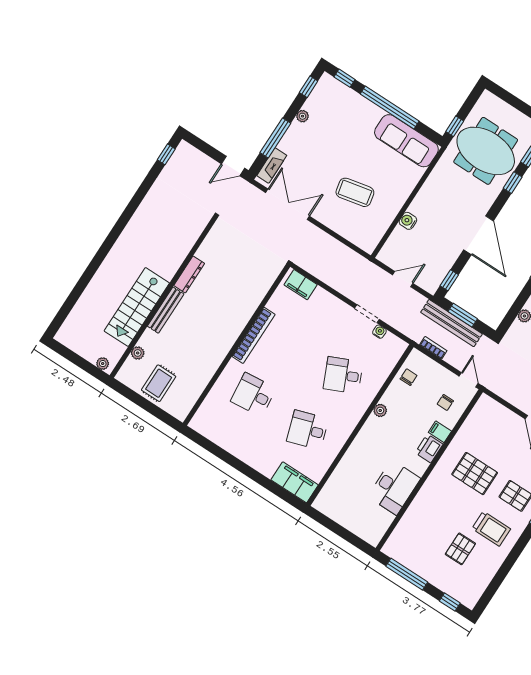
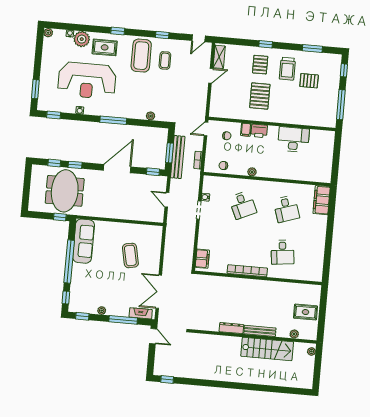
water cooler: (408, 221) -> (131, 215), removed
trolley: (491, 529) -> (287, 69), turned 180
window: (501, 576) -> (312, 48), added

